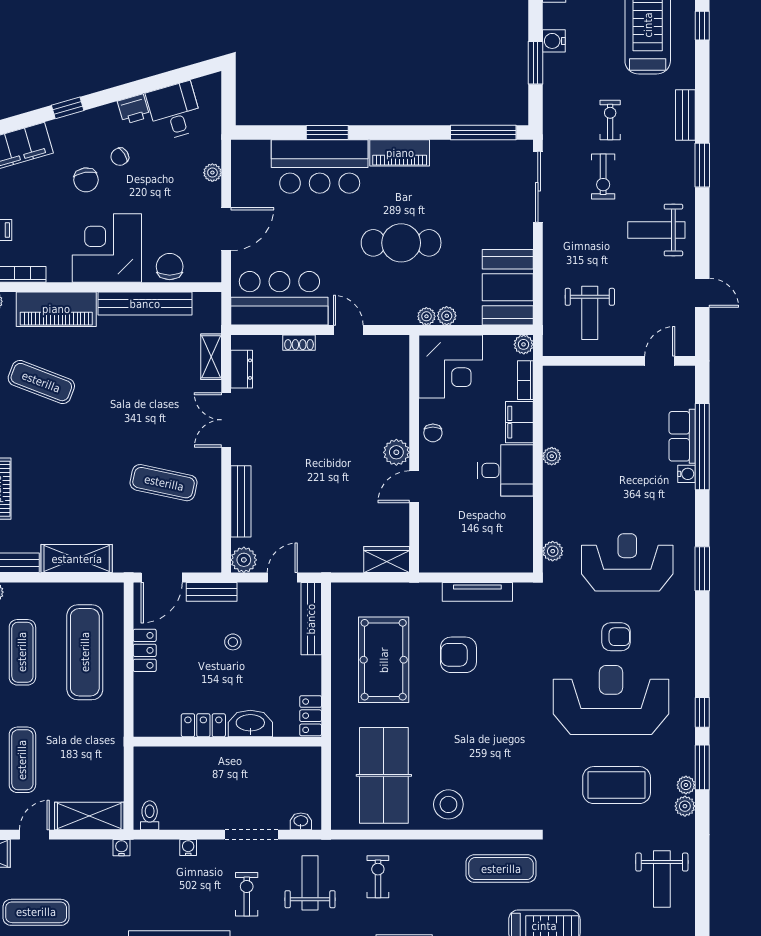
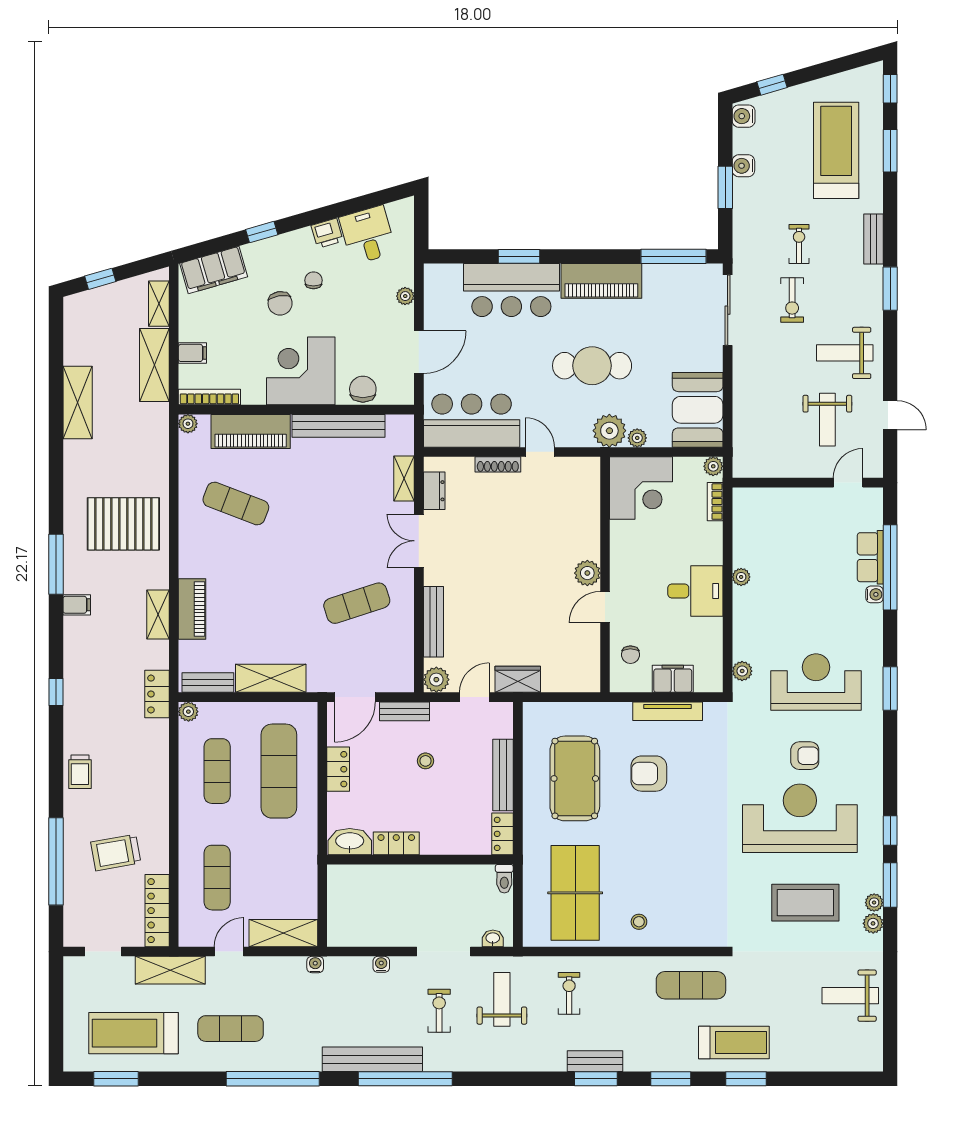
window: (702, 26) -> (890, 151), width x1.50
piano: (400, 153) -> (601, 281), width x1.37, depth x1.33
chair: (120, 157) -> (313, 280), turned 123
weight bench: (590, 313) -> (827, 420), moved
plant: (426, 316) -> (609, 431), width x1.88, depth x1.88
shoe rack: (299, 343) -> (498, 464), width x1.43
filing cabinet: (519, 422) -> (673, 679), moved, turned 90
chair: (433, 433) -> (630, 655), moved
exercise mat: (164, 483) -> (357, 603), turned -30
wardrobe: (387, 560) -> (518, 679), moved
bench: (311, 619) -> (503, 775), moved
washbasin: (250, 724) -> (350, 842), moved
stool: (448, 804) -> (639, 922), width x0.53, depth x0.53
toilet: (150, 815) -> (504, 879), moved, turned 180
weight bench: (662, 879) -> (850, 996), turned 90

